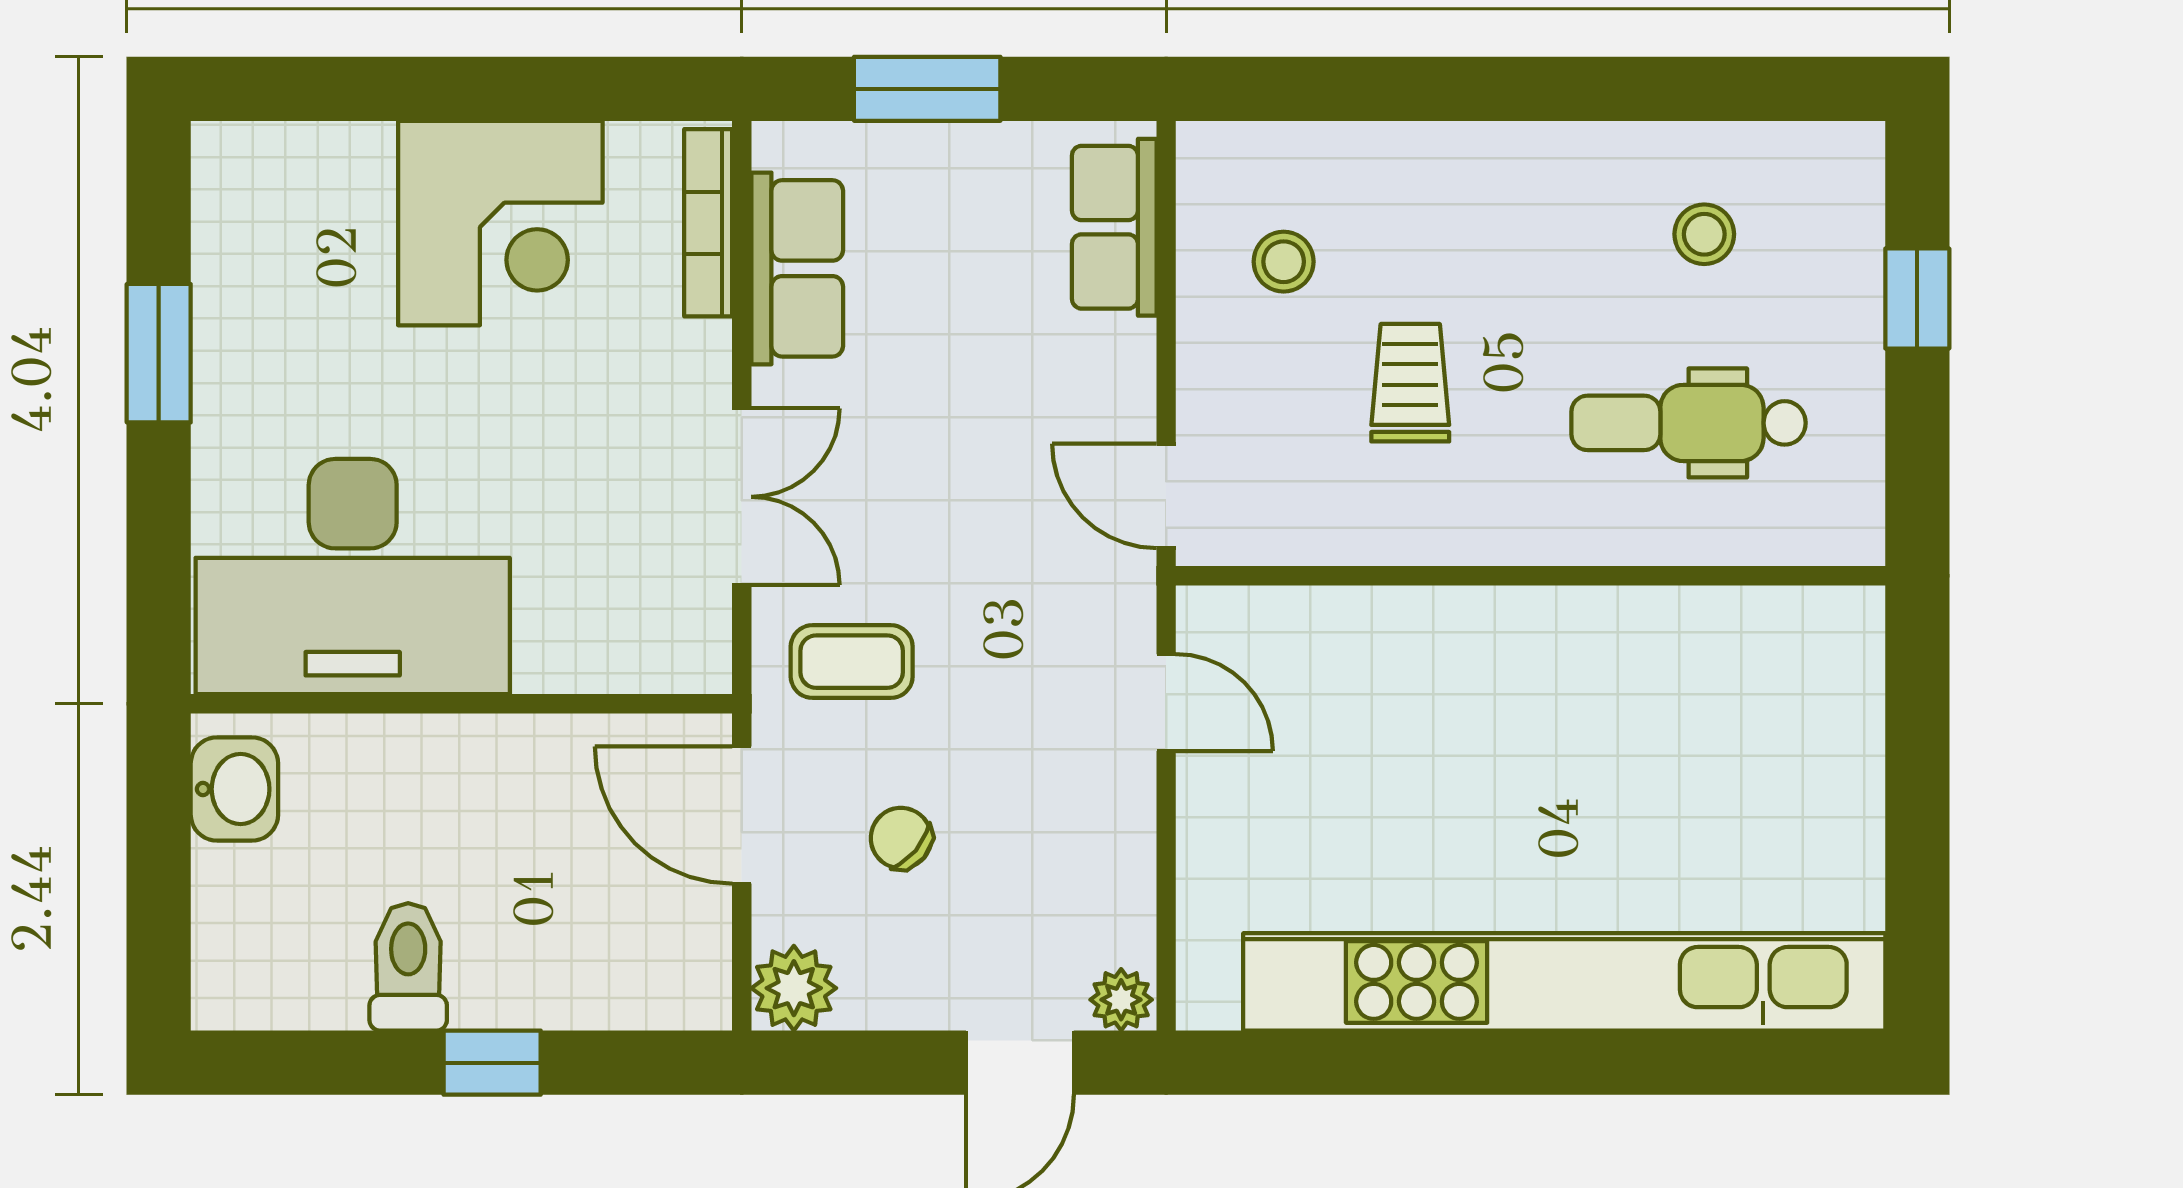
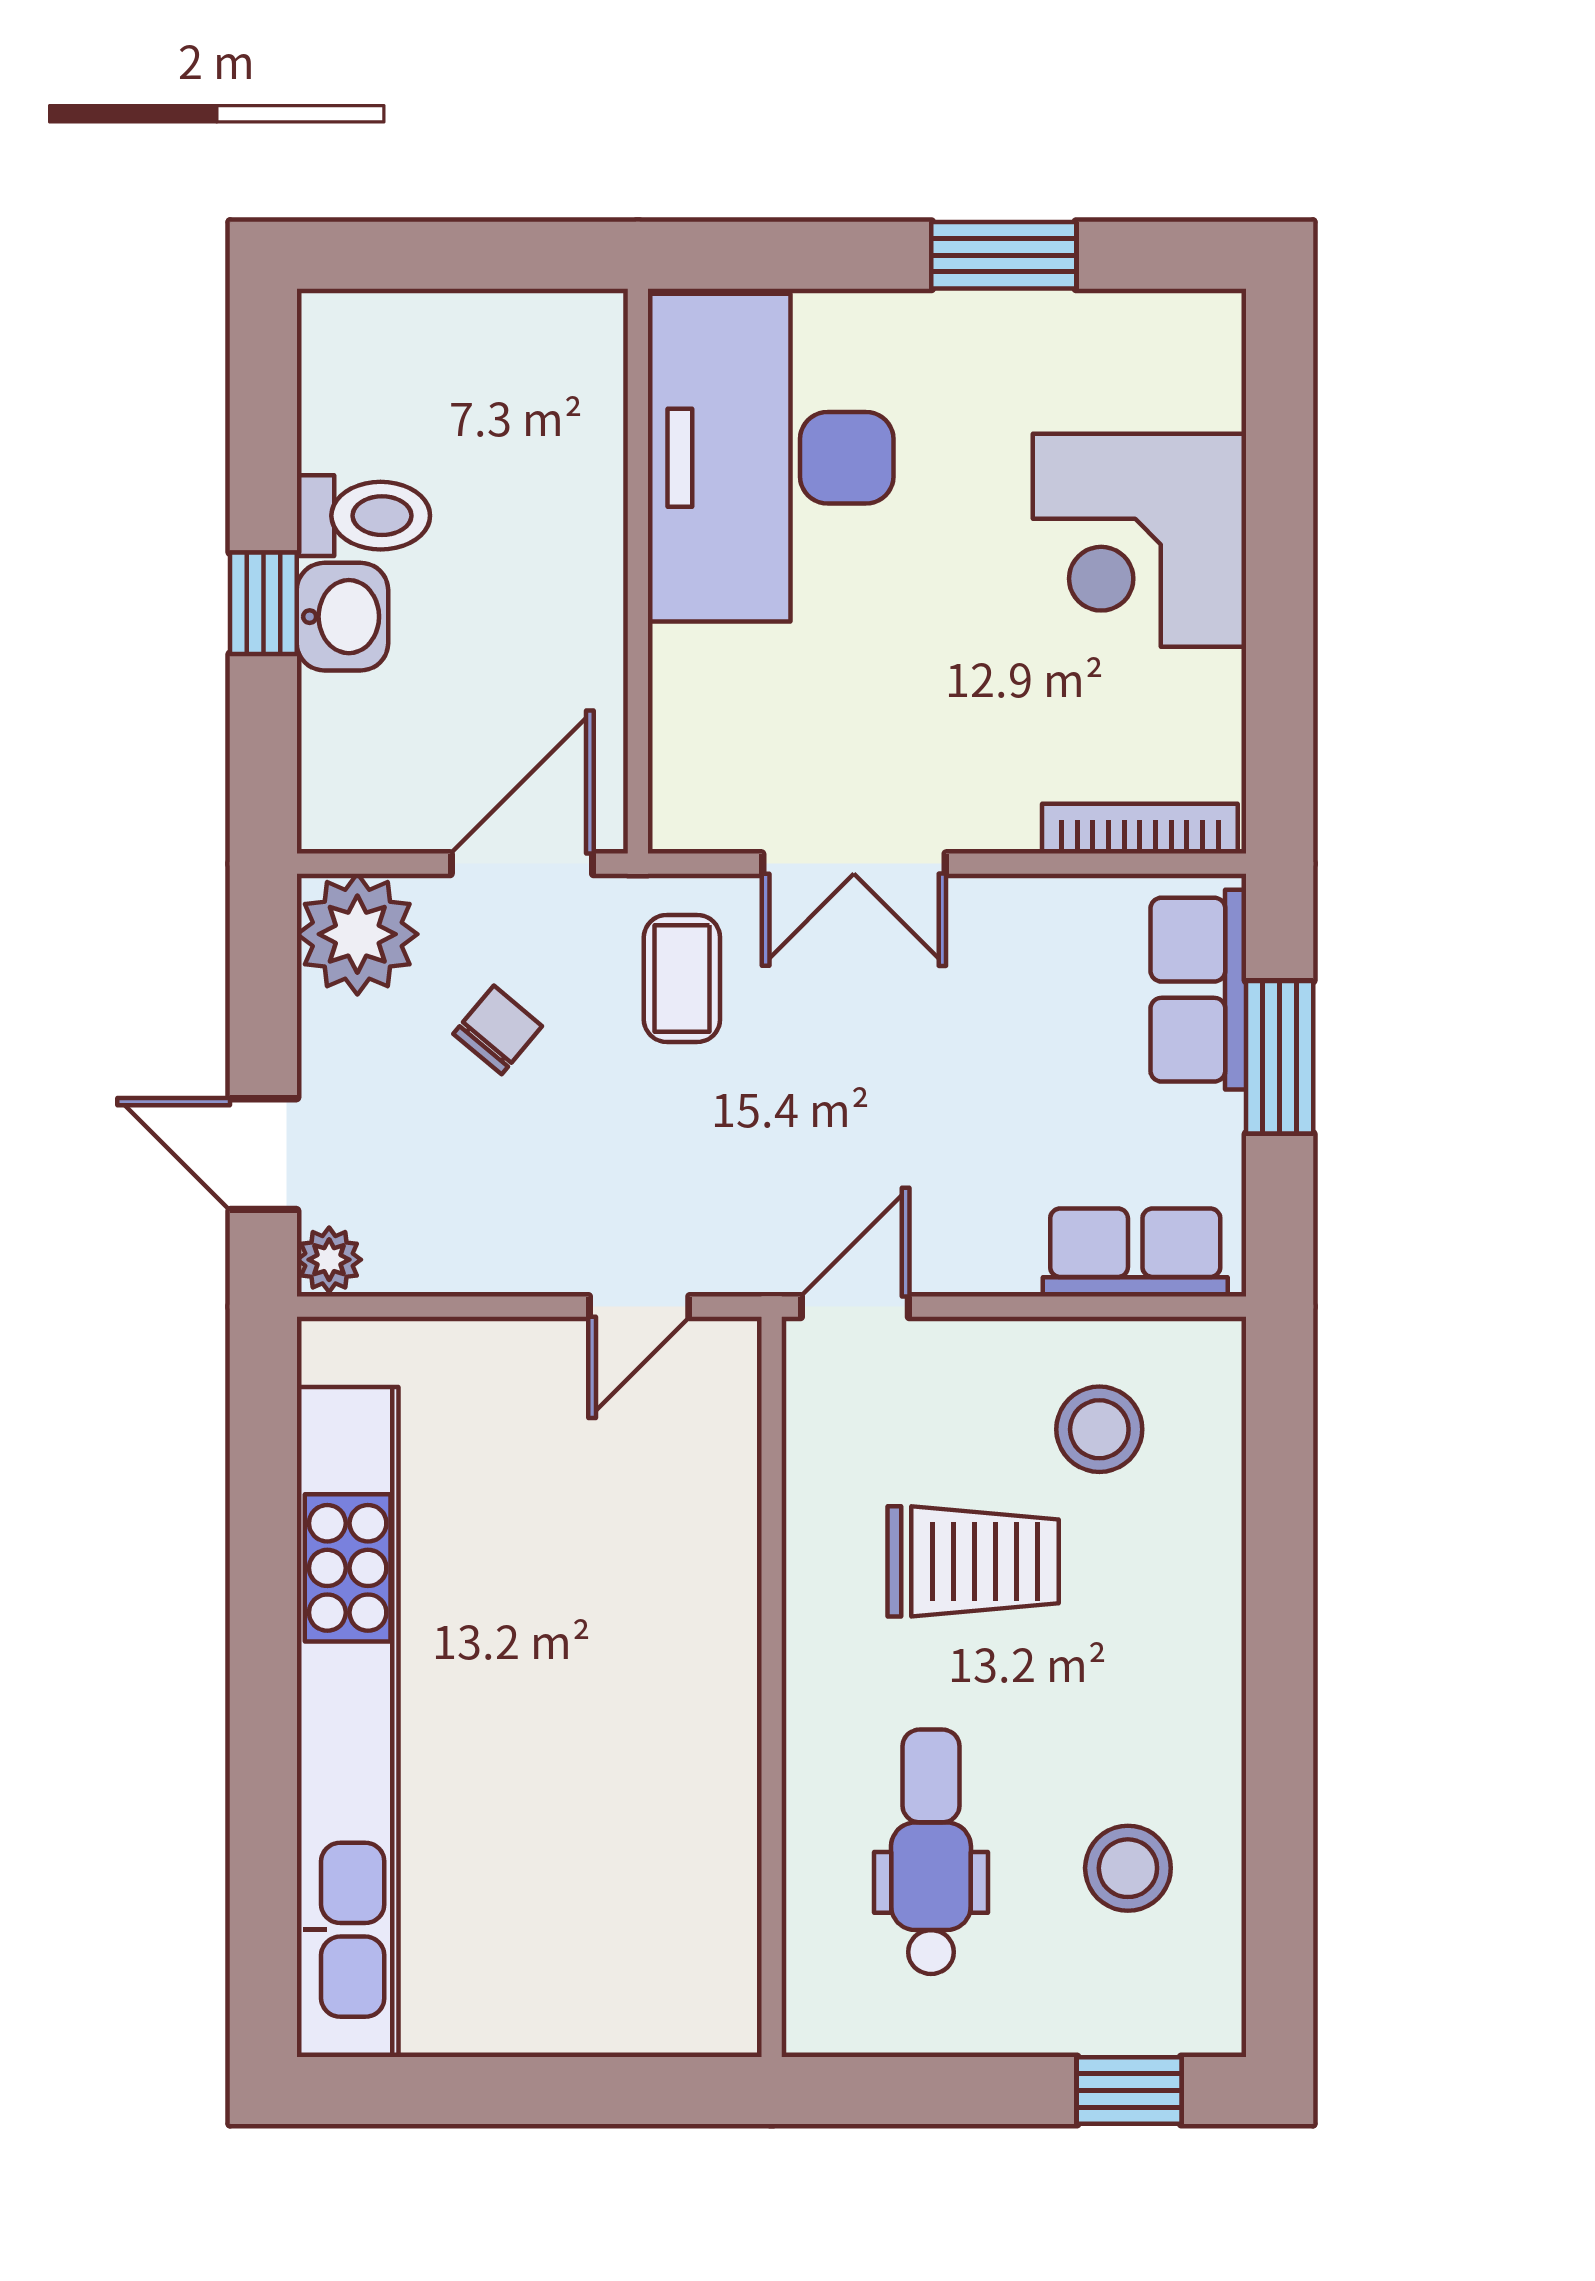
corner desk: (500, 223) -> (1140, 540), moved
stool: (1704, 234) -> (1128, 1868), width x1.37, depth x1.37
stool: (1284, 262) -> (1099, 1429), width x1.37, depth x1.37
row of seats: (797, 268) -> (1198, 990), moved, turned 90
window: (1917, 298) -> (1129, 2091), moved
trolley: (1410, 383) -> (973, 1561), width x1.36, depth x1.39
washbasin: (234, 789) -> (342, 617), moved, turned -90
plant: (794, 988) -> (357, 934), width x1.36, depth x1.36

